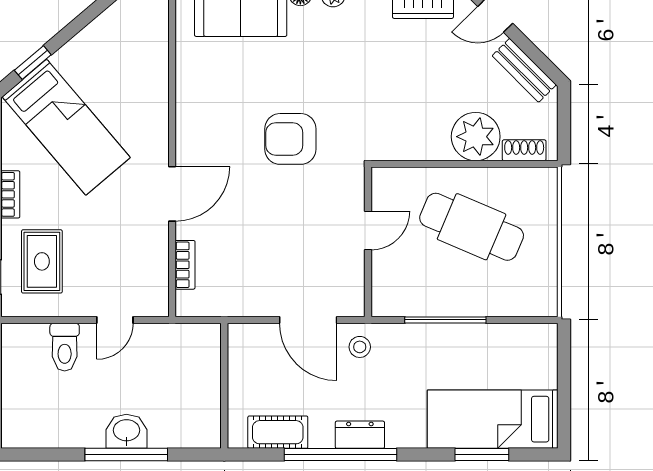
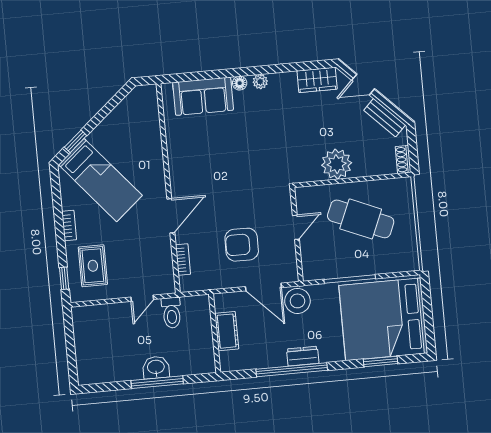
plant: (476, 137) -> (337, 164), moved
armchair: (290, 139) -> (242, 245), moved
shoe rack: (524, 150) -> (403, 159), moved, turned -90
toilet: (65, 347) -> (172, 313), moved
stool: (360, 347) -> (297, 301), width x1.89, depth x1.89
bed: (493, 419) -> (383, 319), width x2.04
cot: (278, 432) -> (227, 331), moved, turned 90

